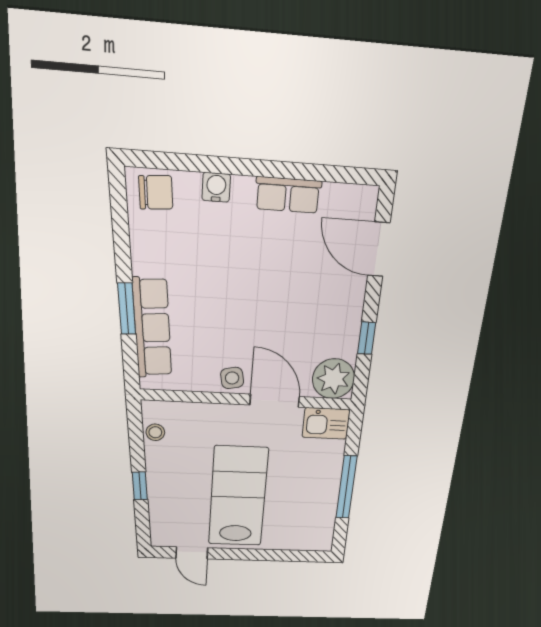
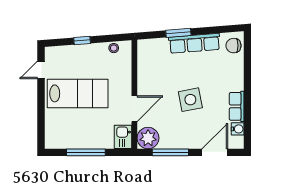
water cooler: (216, 187) -> (238, 129), moved
chair: (156, 192) -> (233, 46), turned 94
row of seats: (152, 328) -> (194, 43), moved
window: (367, 338) -> (170, 152), width x2.17
side table: (232, 378) -> (190, 100), moved, width x1.87, depth x1.87

